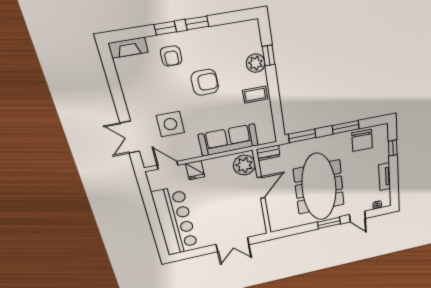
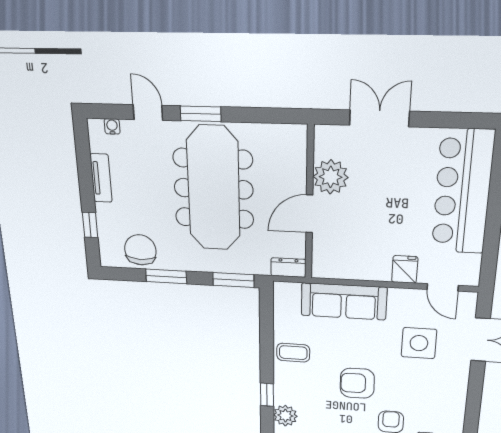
plant: (256, 63) -> (285, 416), moved
plant: (244, 165) -> (331, 177), moved

